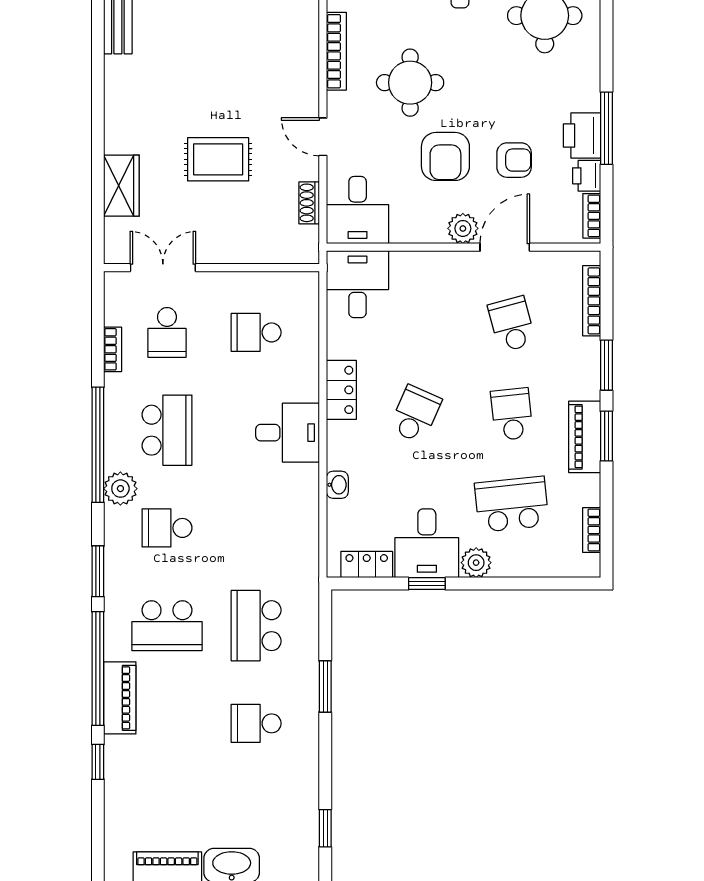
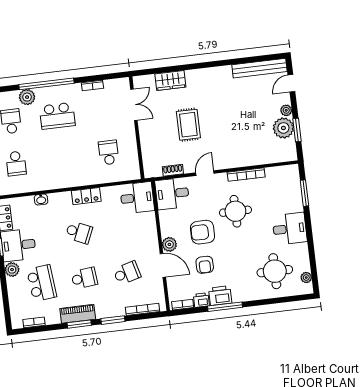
school desk: (167, 332) -> (16, 163), moved, turned -90
desk: (288, 433) -> (63, 173), removed

